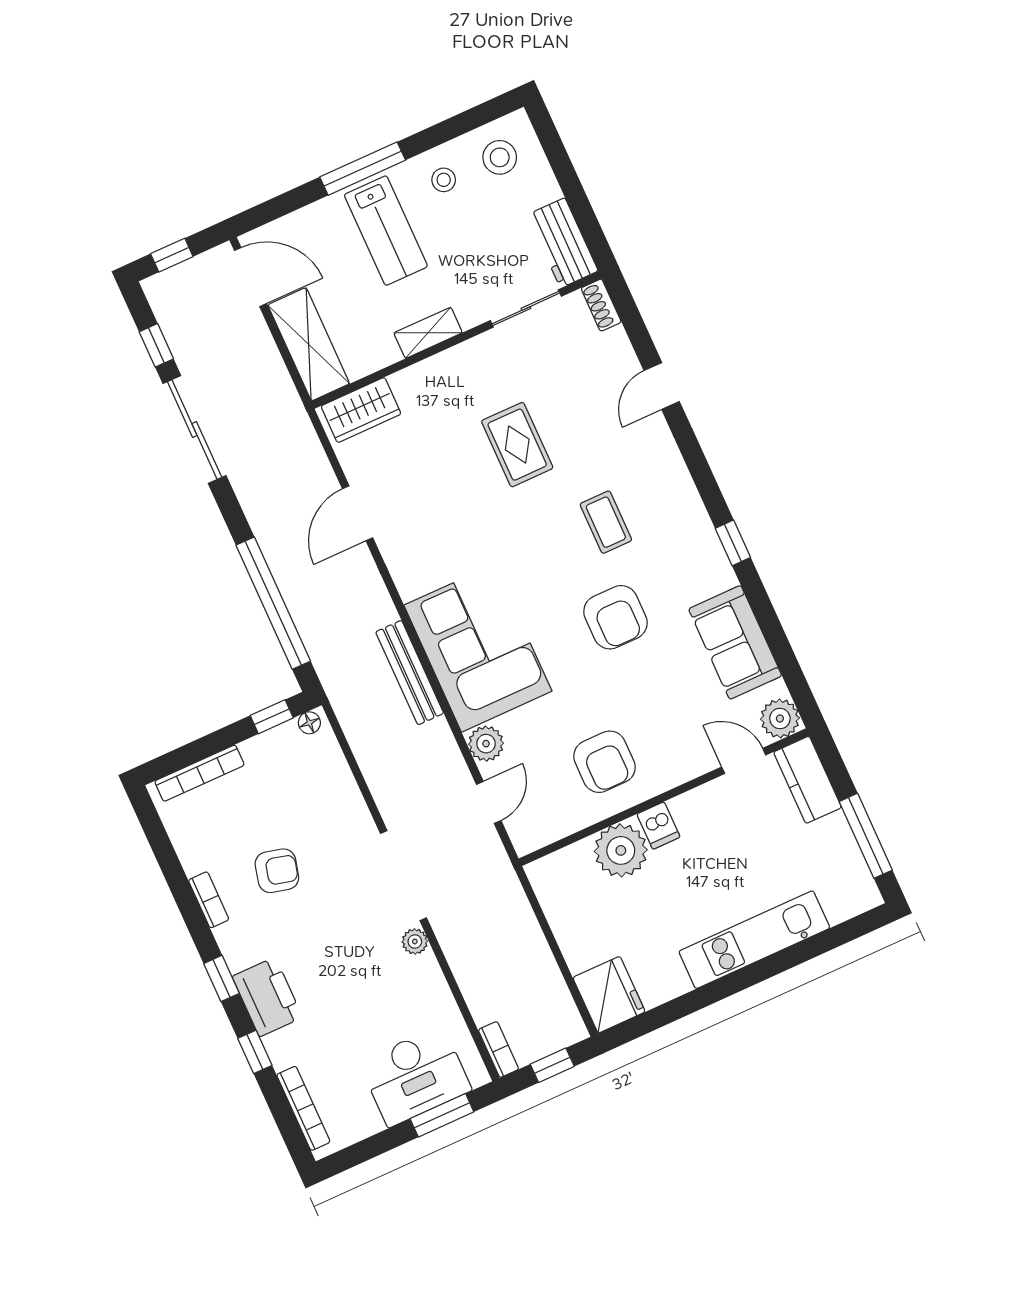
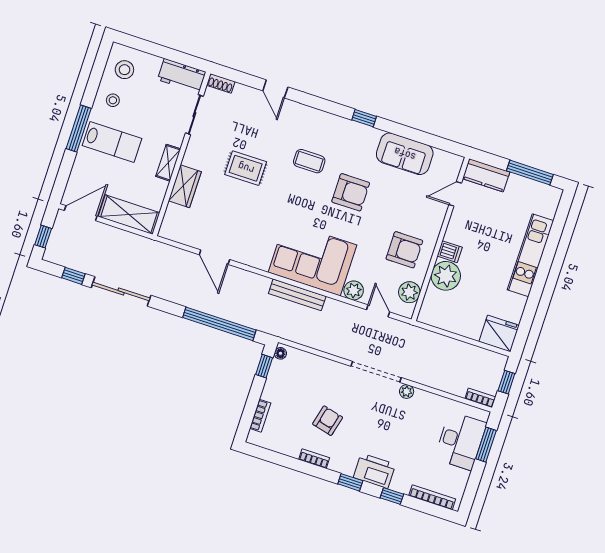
wardrobe: (361, 410) -> (185, 186), moved
plant: (780, 719) -> (409, 292), moved
bookcase: (199, 773) -> (260, 416), width x0.64

